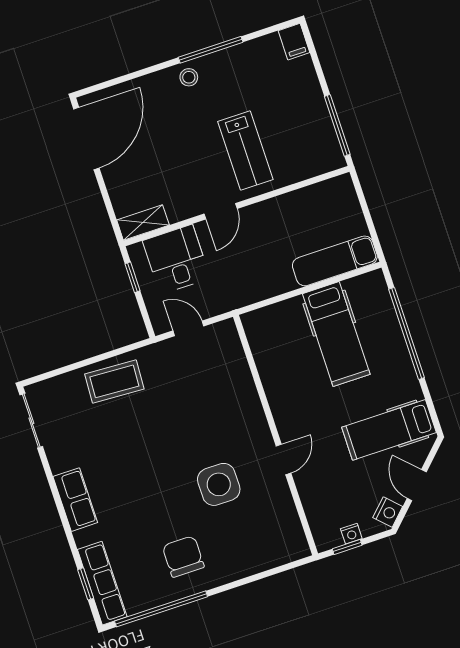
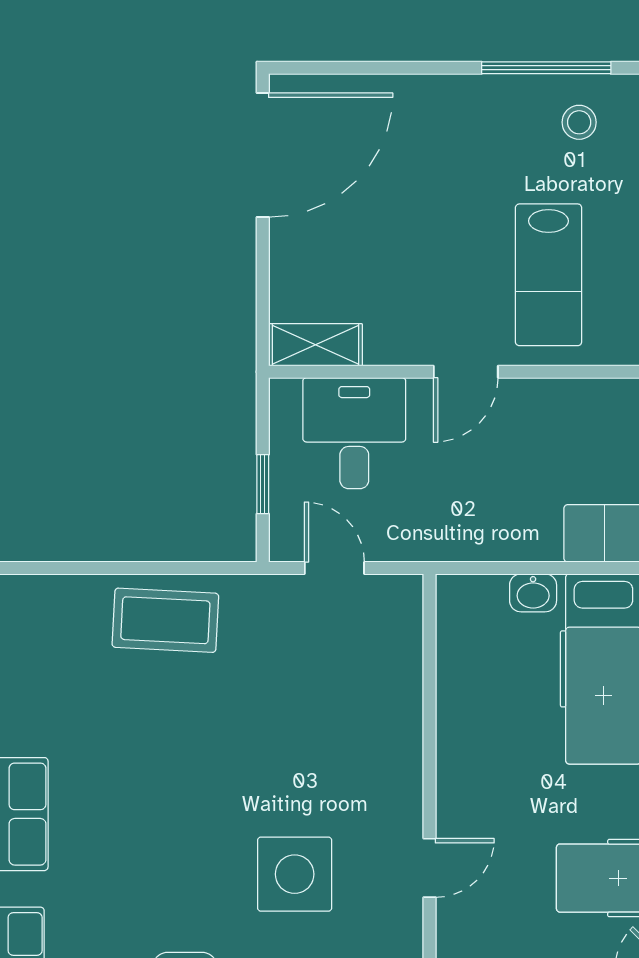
stool: (189, 77) -> (579, 122), moved
window: (133, 277) -> (263, 484), moved
washbasin: (289, 308) -> (533, 593), added

